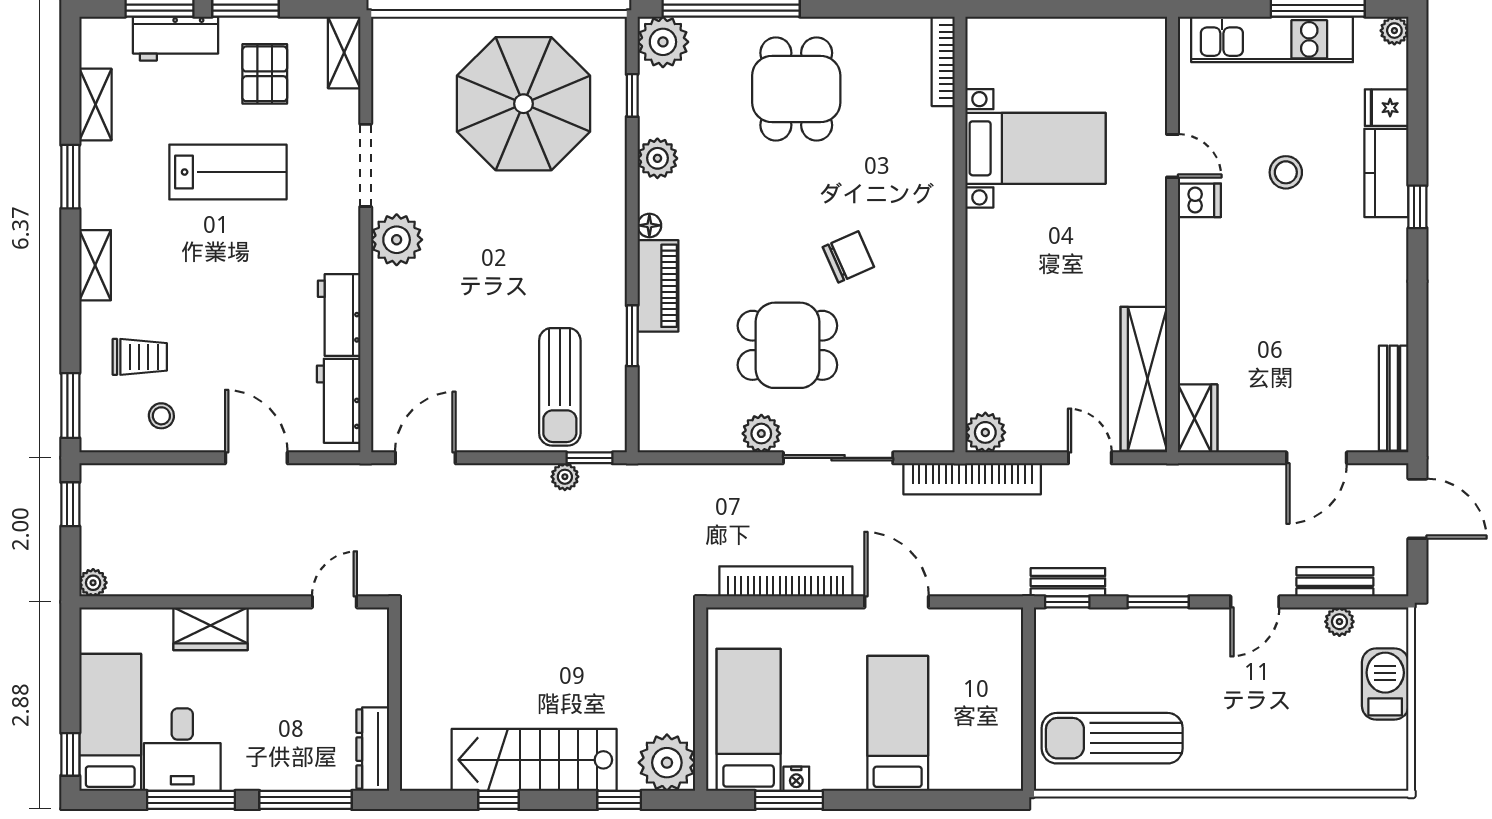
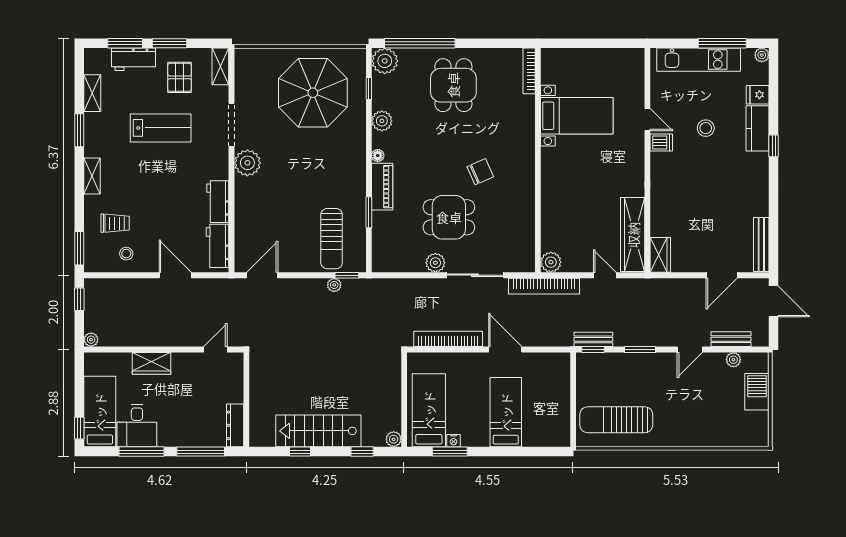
plant: (667, 763) -> (394, 439), width x0.53, depth x0.53

